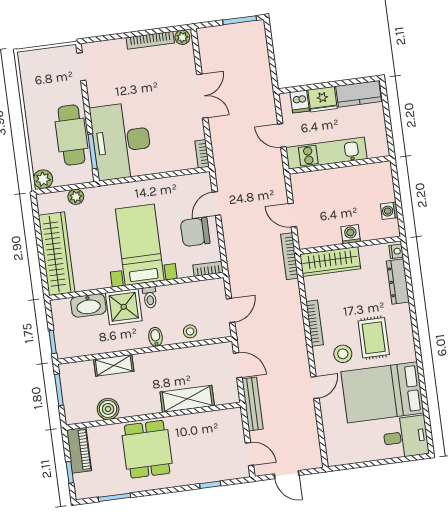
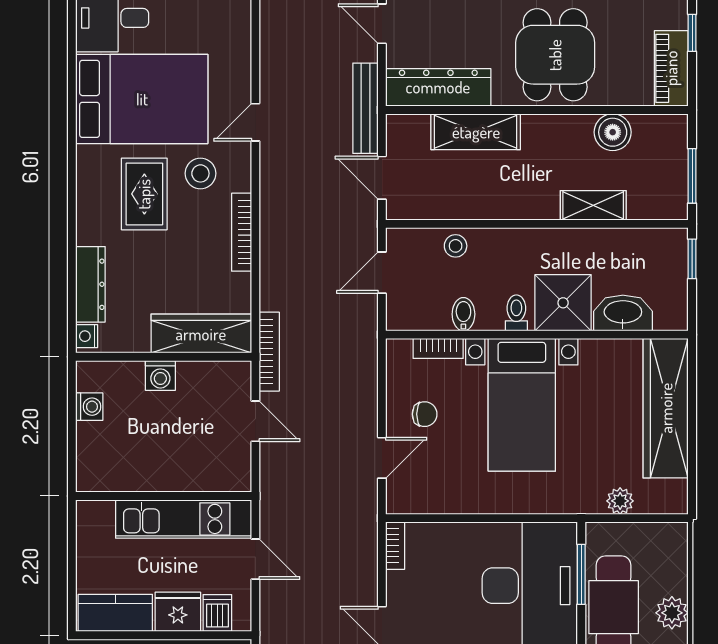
plant: (43, 179) -> (672, 613), moved
chair: (195, 232) -> (425, 414), width x0.54, depth x0.54
bookcase: (208, 269) -> (438, 348), moved
bidet: (155, 337) -> (463, 314), moved, turned 180
dresser: (212, 422) -> (438, 87), added

